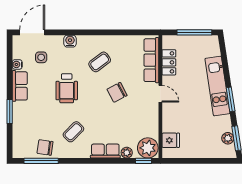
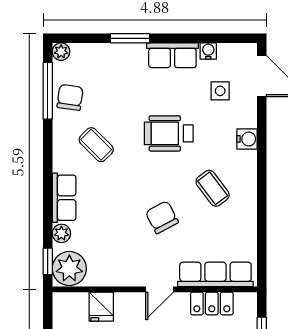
fridge: (171, 140) -> (101, 307), moved
plant: (18, 153) -> (61, 52), added

